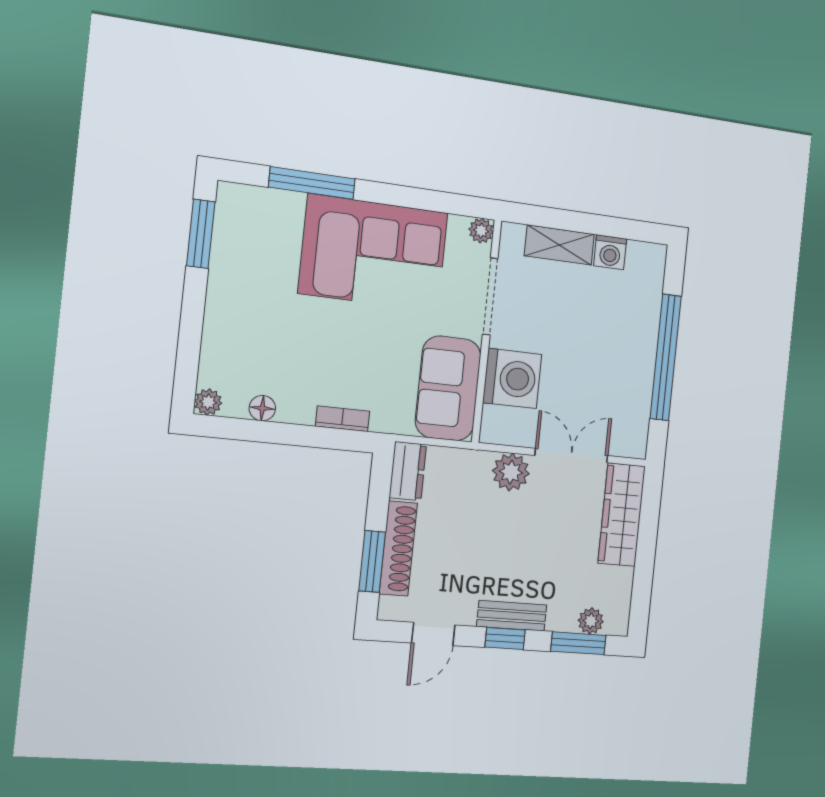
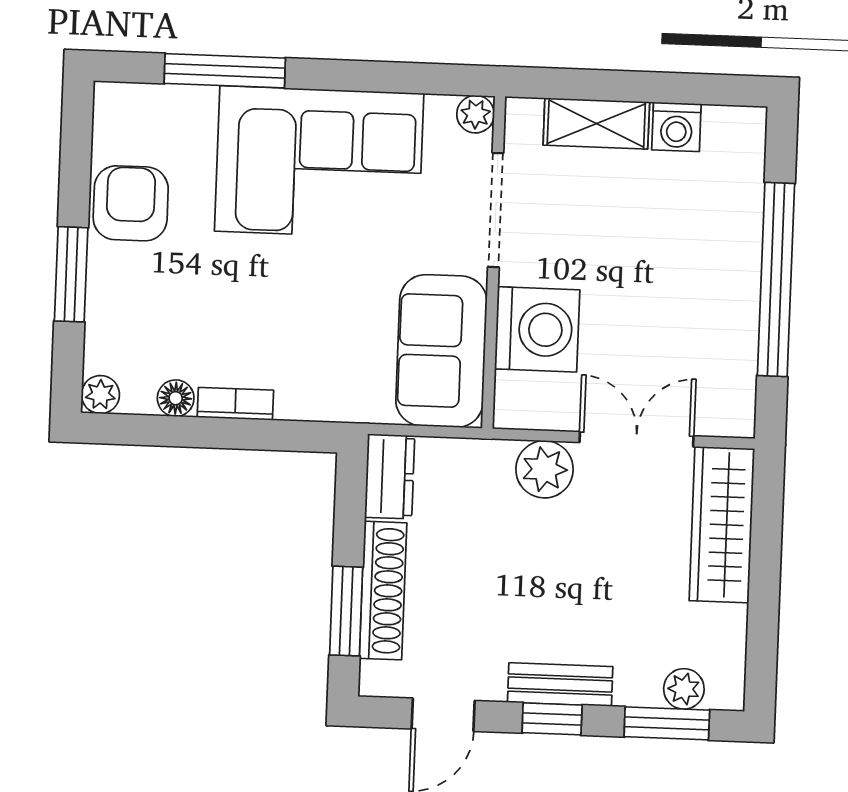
window: (201, 234) -> (71, 274), moved
armchair: (239, 269) -> (131, 203), added
bookcase: (343, 419) -> (235, 404), moved

